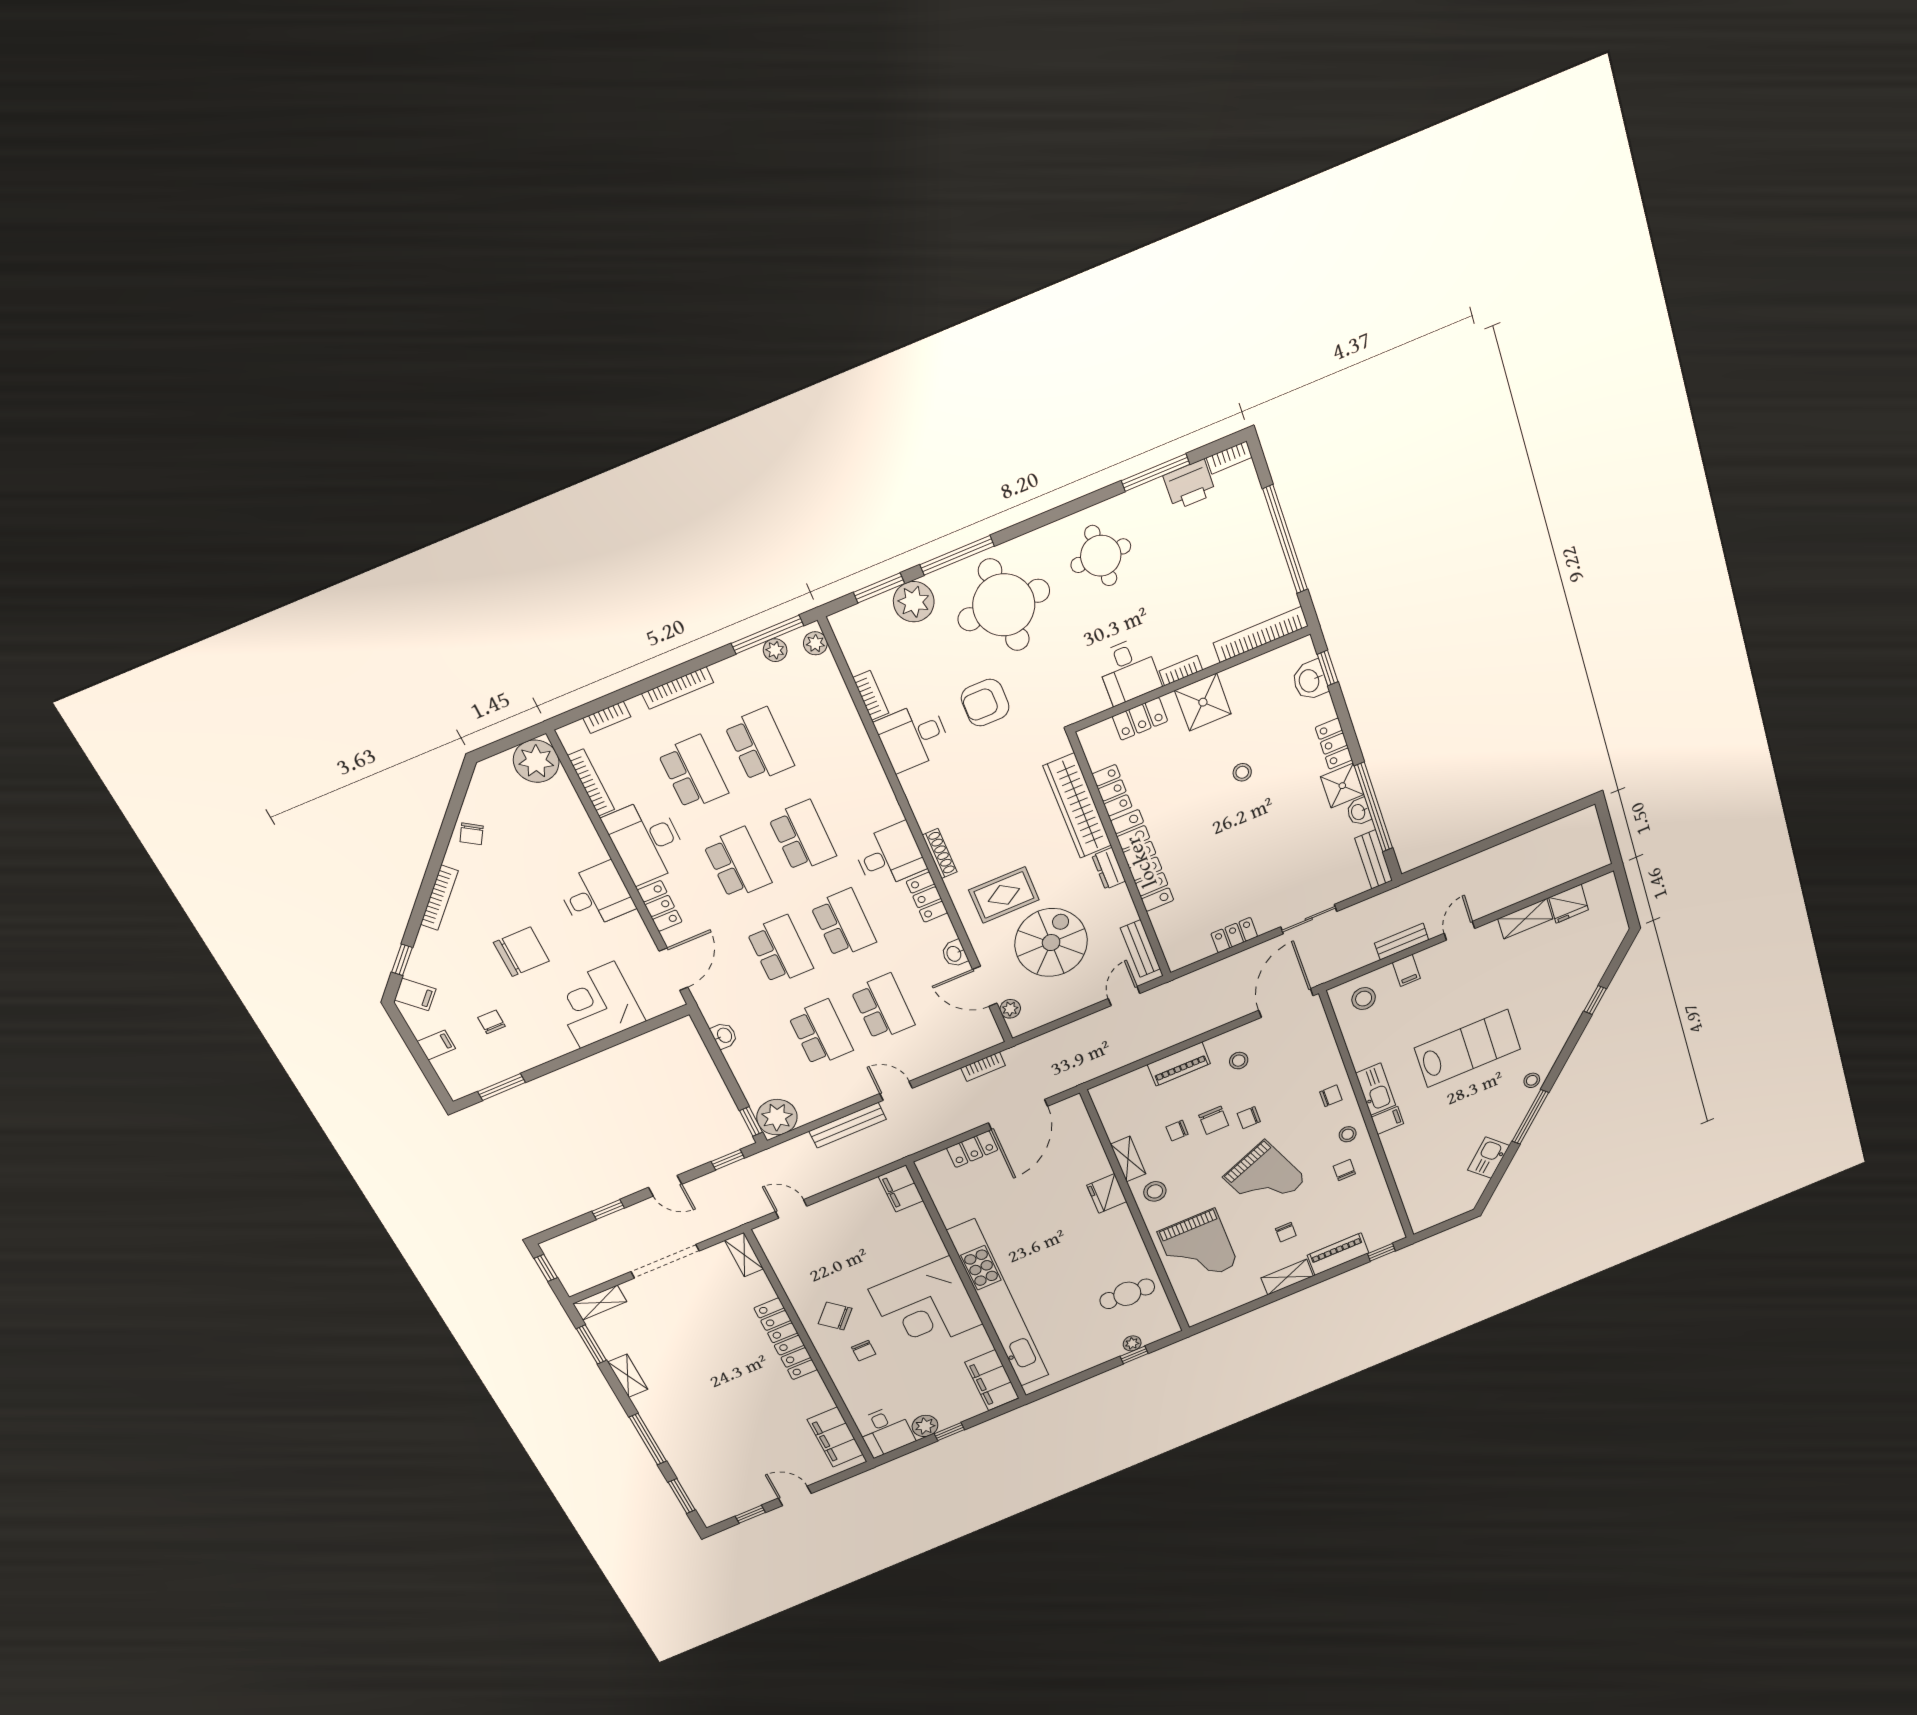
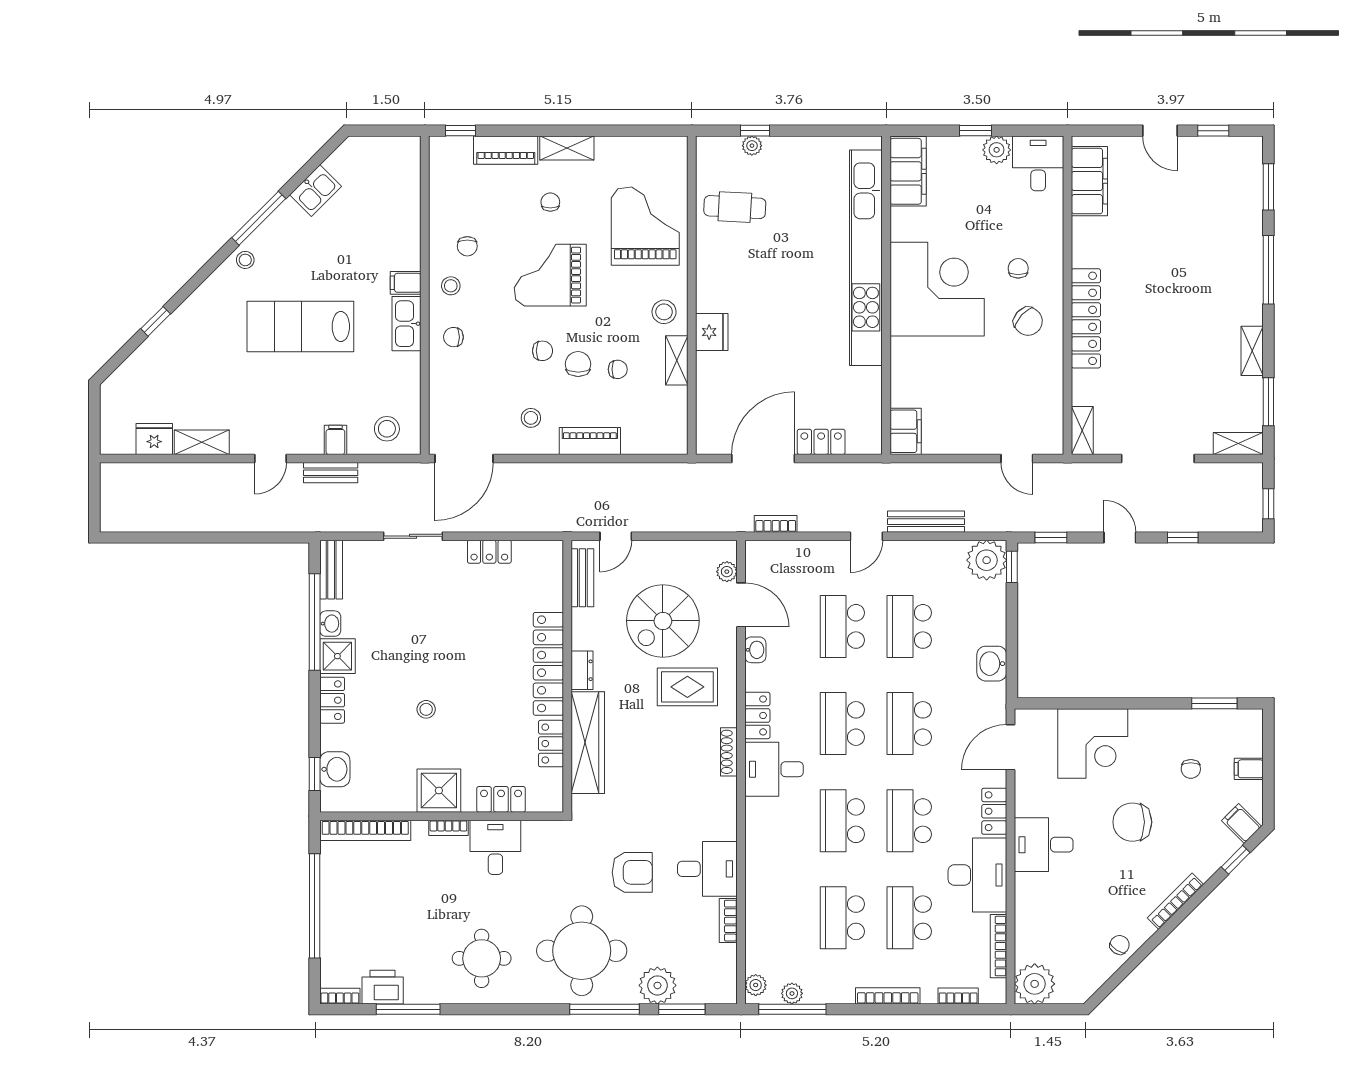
washbasin: (724, 1036) -> (992, 664), width x1.38, depth x1.45
door: (896, 1091) -> (866, 536), hinge flipped
grand piano: (1265, 1178) -> (550, 275), turned -68

